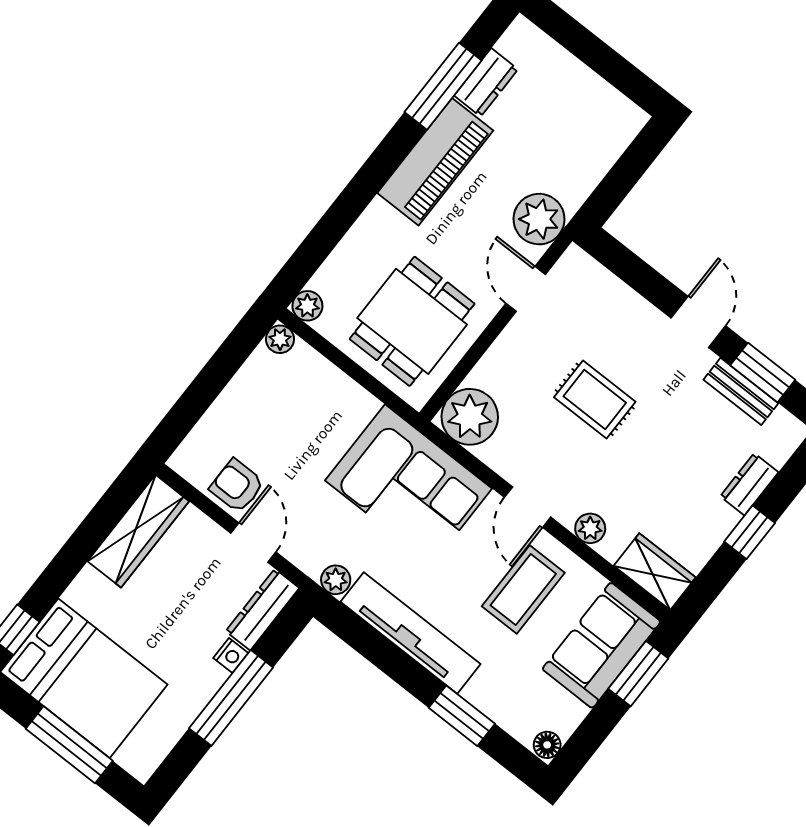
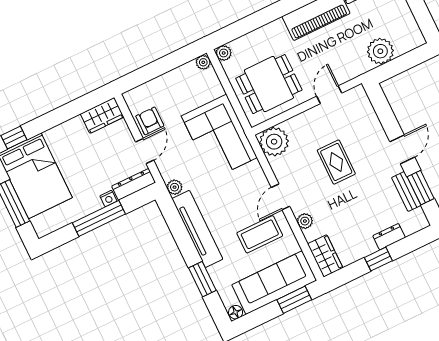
plant: (539, 219) -> (380, 51), moved
corner sofa: (409, 485) -> (219, 137), moved
wardrobe: (138, 531) -> (102, 115), width x0.67
sofa: (601, 645) -> (274, 283), width x1.36

